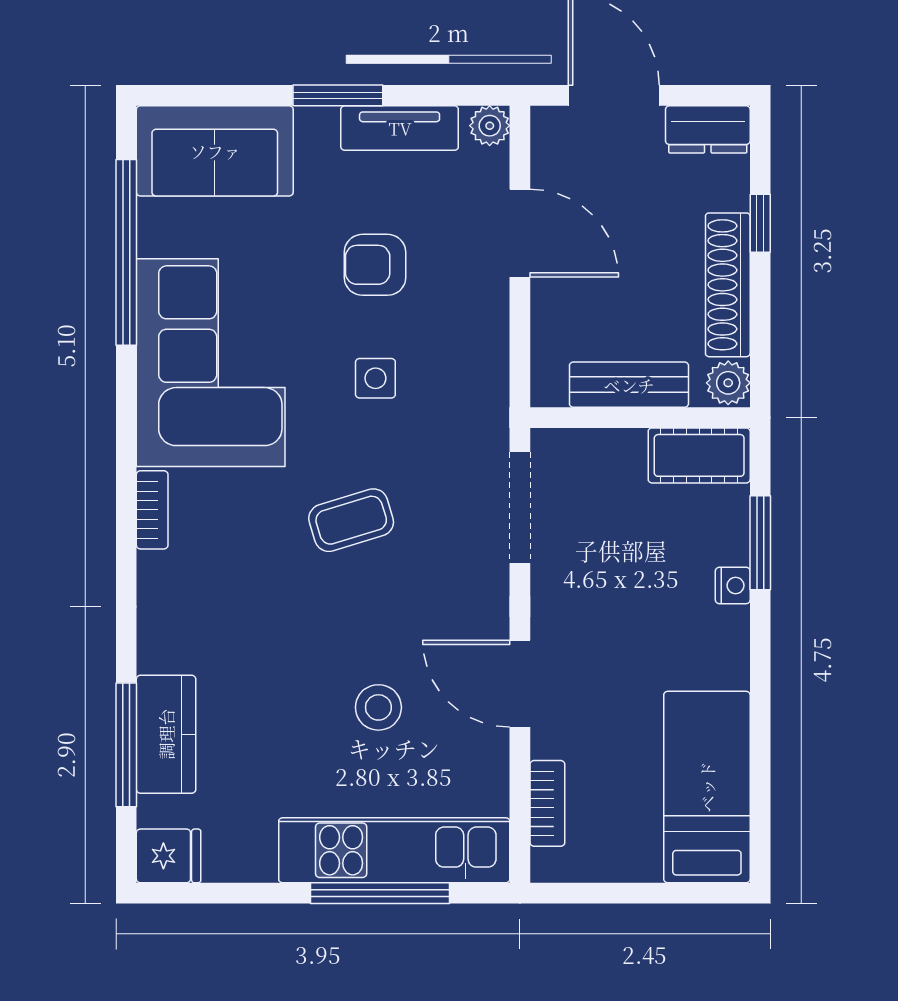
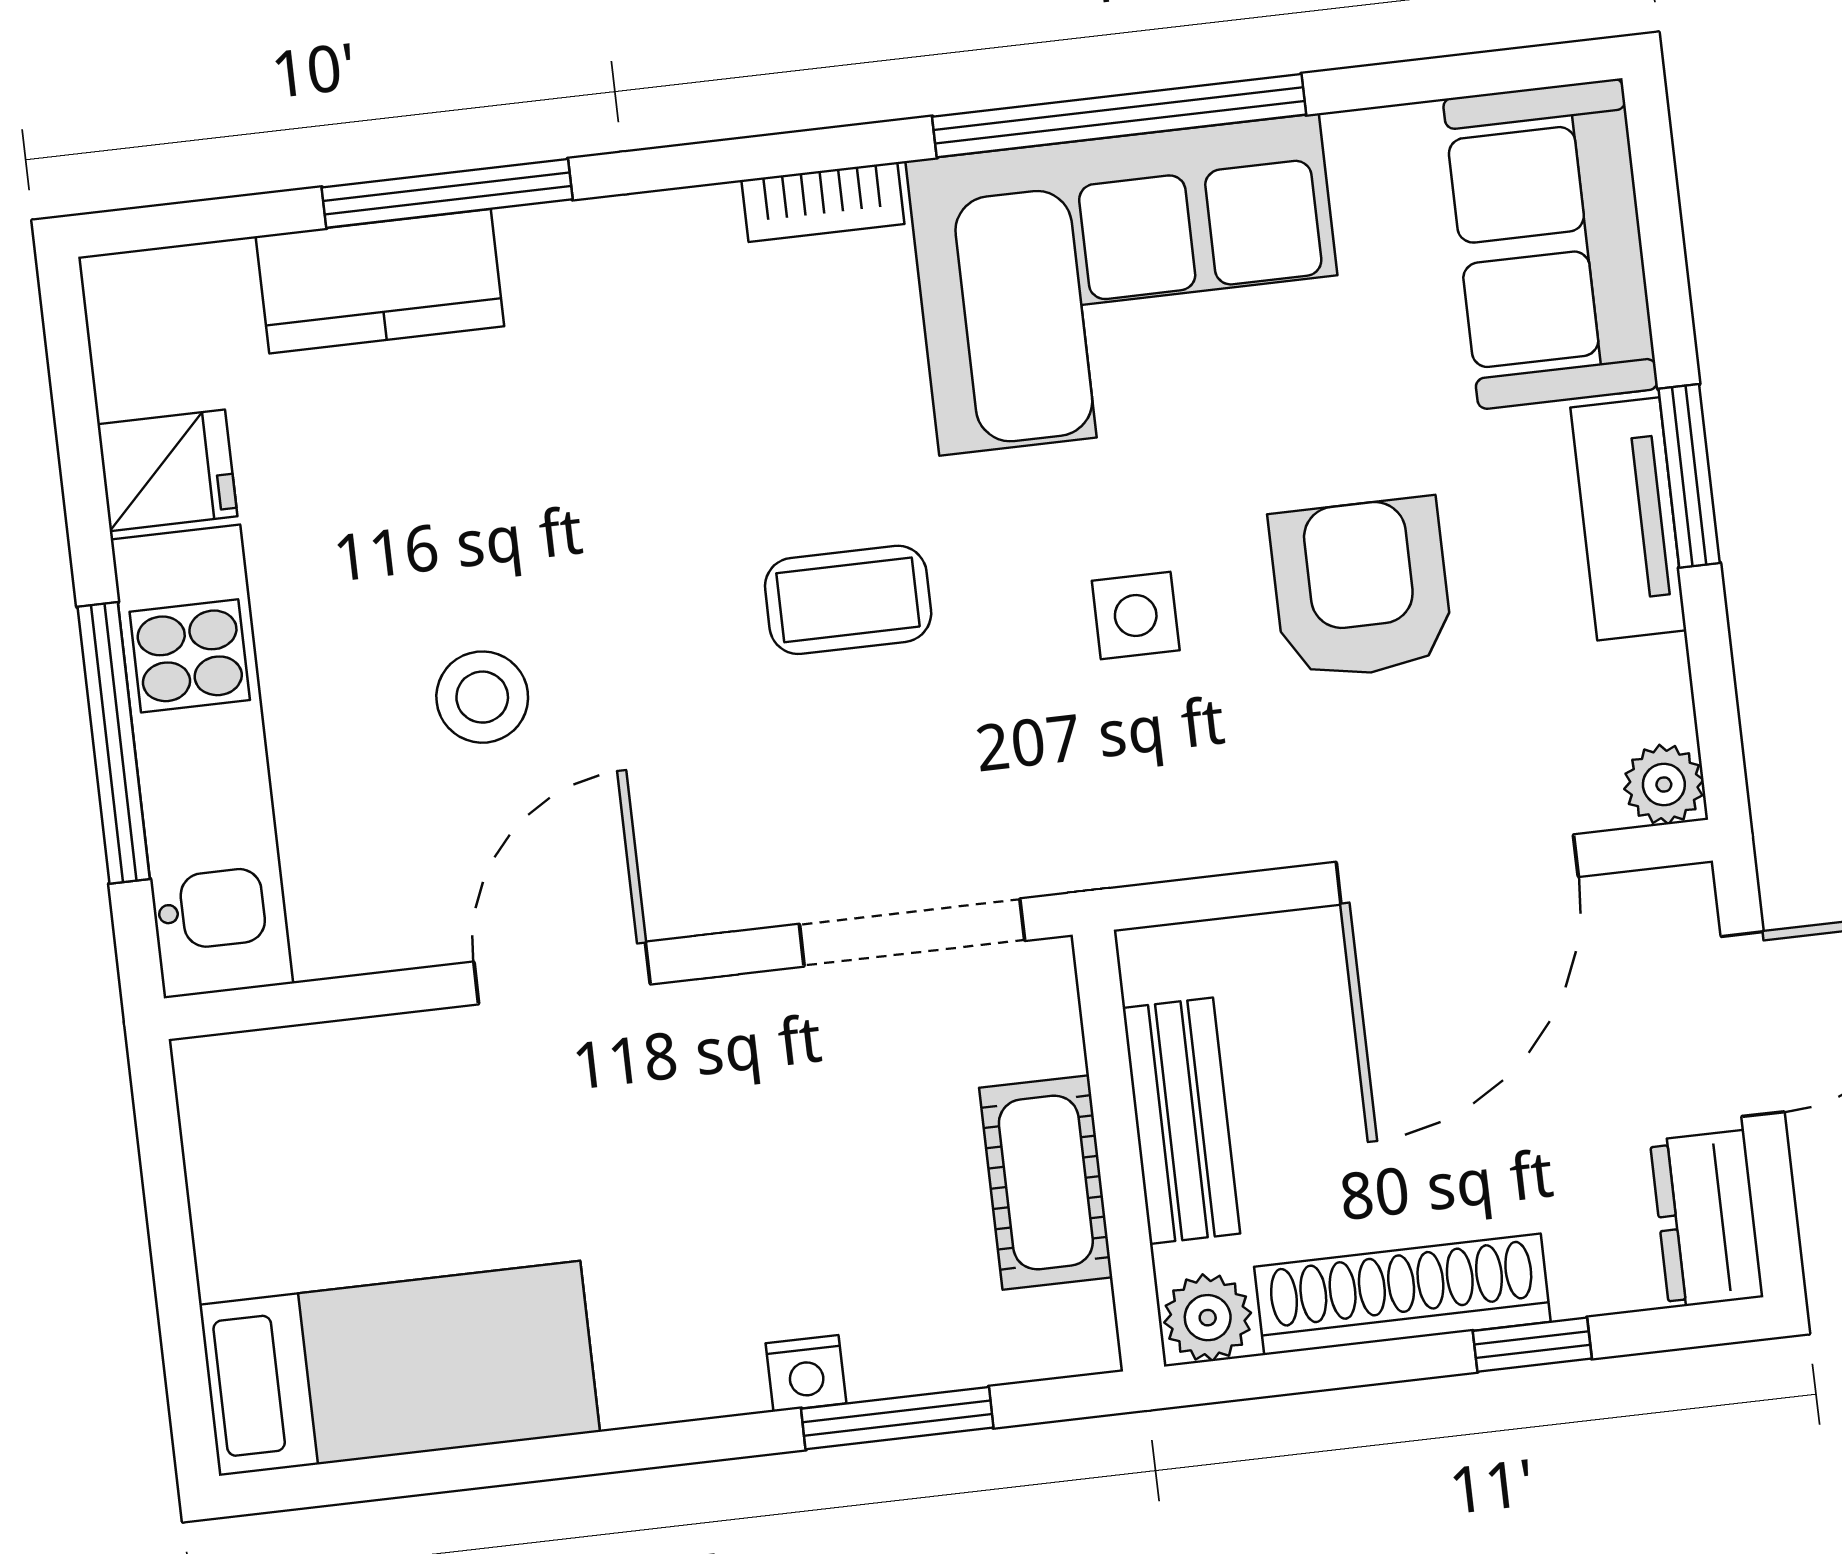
tv unit: (400, 128) -> (1628, 519), moved
door: (520, 233) -> (1457, 869), width x1.36
window: (126, 252) -> (1119, 116), moved
armchair: (375, 265) -> (1361, 589), width x1.38, depth x1.38
cot: (699, 455) -> (1046, 1183), moved
coffee table: (351, 520) -> (848, 600), turned -73
window: (126, 745) -> (447, 193), moved
bookcase: (547, 803) -> (330, 1055), removed
fridge: (169, 856) -> (167, 470), moved, turned -90

